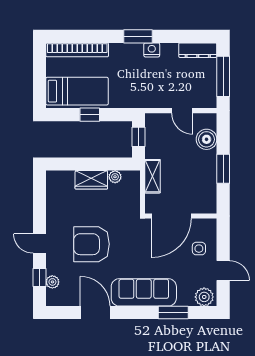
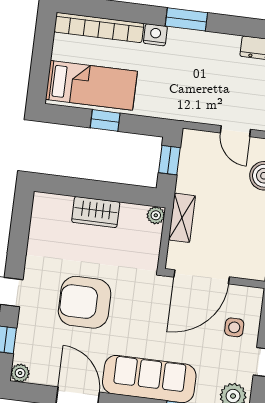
nightstand: (152, 50) -> (155, 35), moved
plant: (115, 177) -> (156, 215), moved
plant: (52, 282) -> (20, 373), moved

